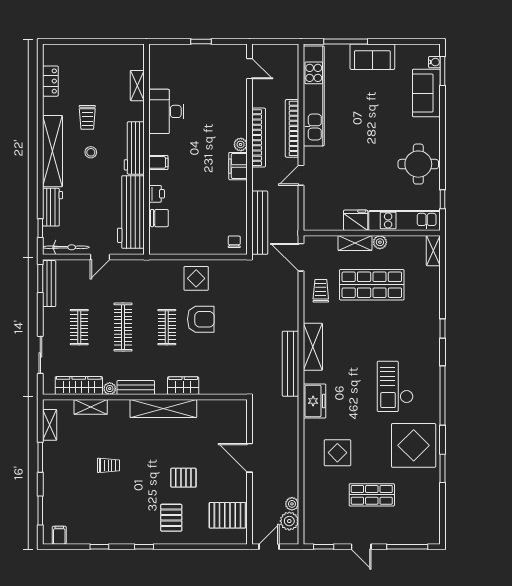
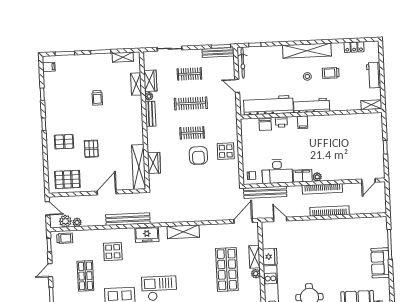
shelving: (137, 86) -> (371, 105), moved
kitchen unit: (314, 96) -> (352, 225), removed
desk: (166, 111) -> (277, 171), moved, turned 180
door: (301, 175) -> (280, 219), moved
workbench: (53, 207) -> (374, 75), moved, turned 90
trolley: (321, 291) -> (65, 238), moved
bench: (290, 364) -> (128, 219), moved
wardrobe: (79, 386) -> (150, 81), width x0.67
wardrobe: (183, 386) -> (154, 163), moved
shelving: (163, 409) -> (139, 167), moved
pallet: (227, 515) -> (67, 179), turned 90

